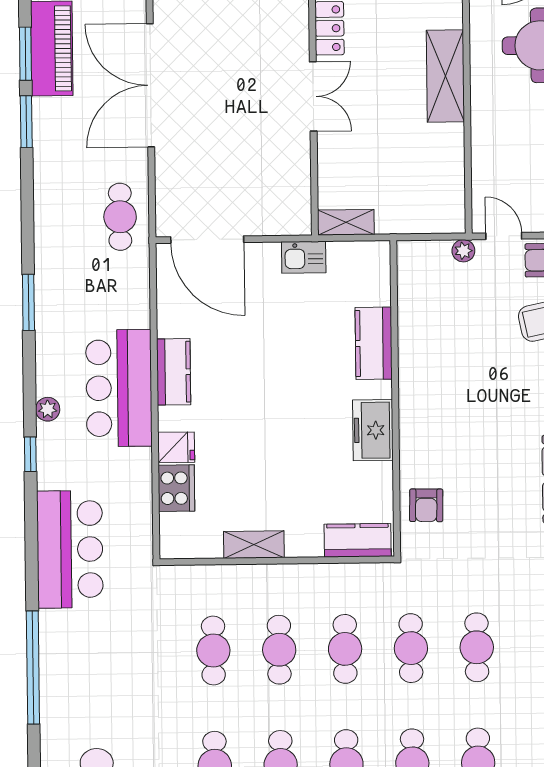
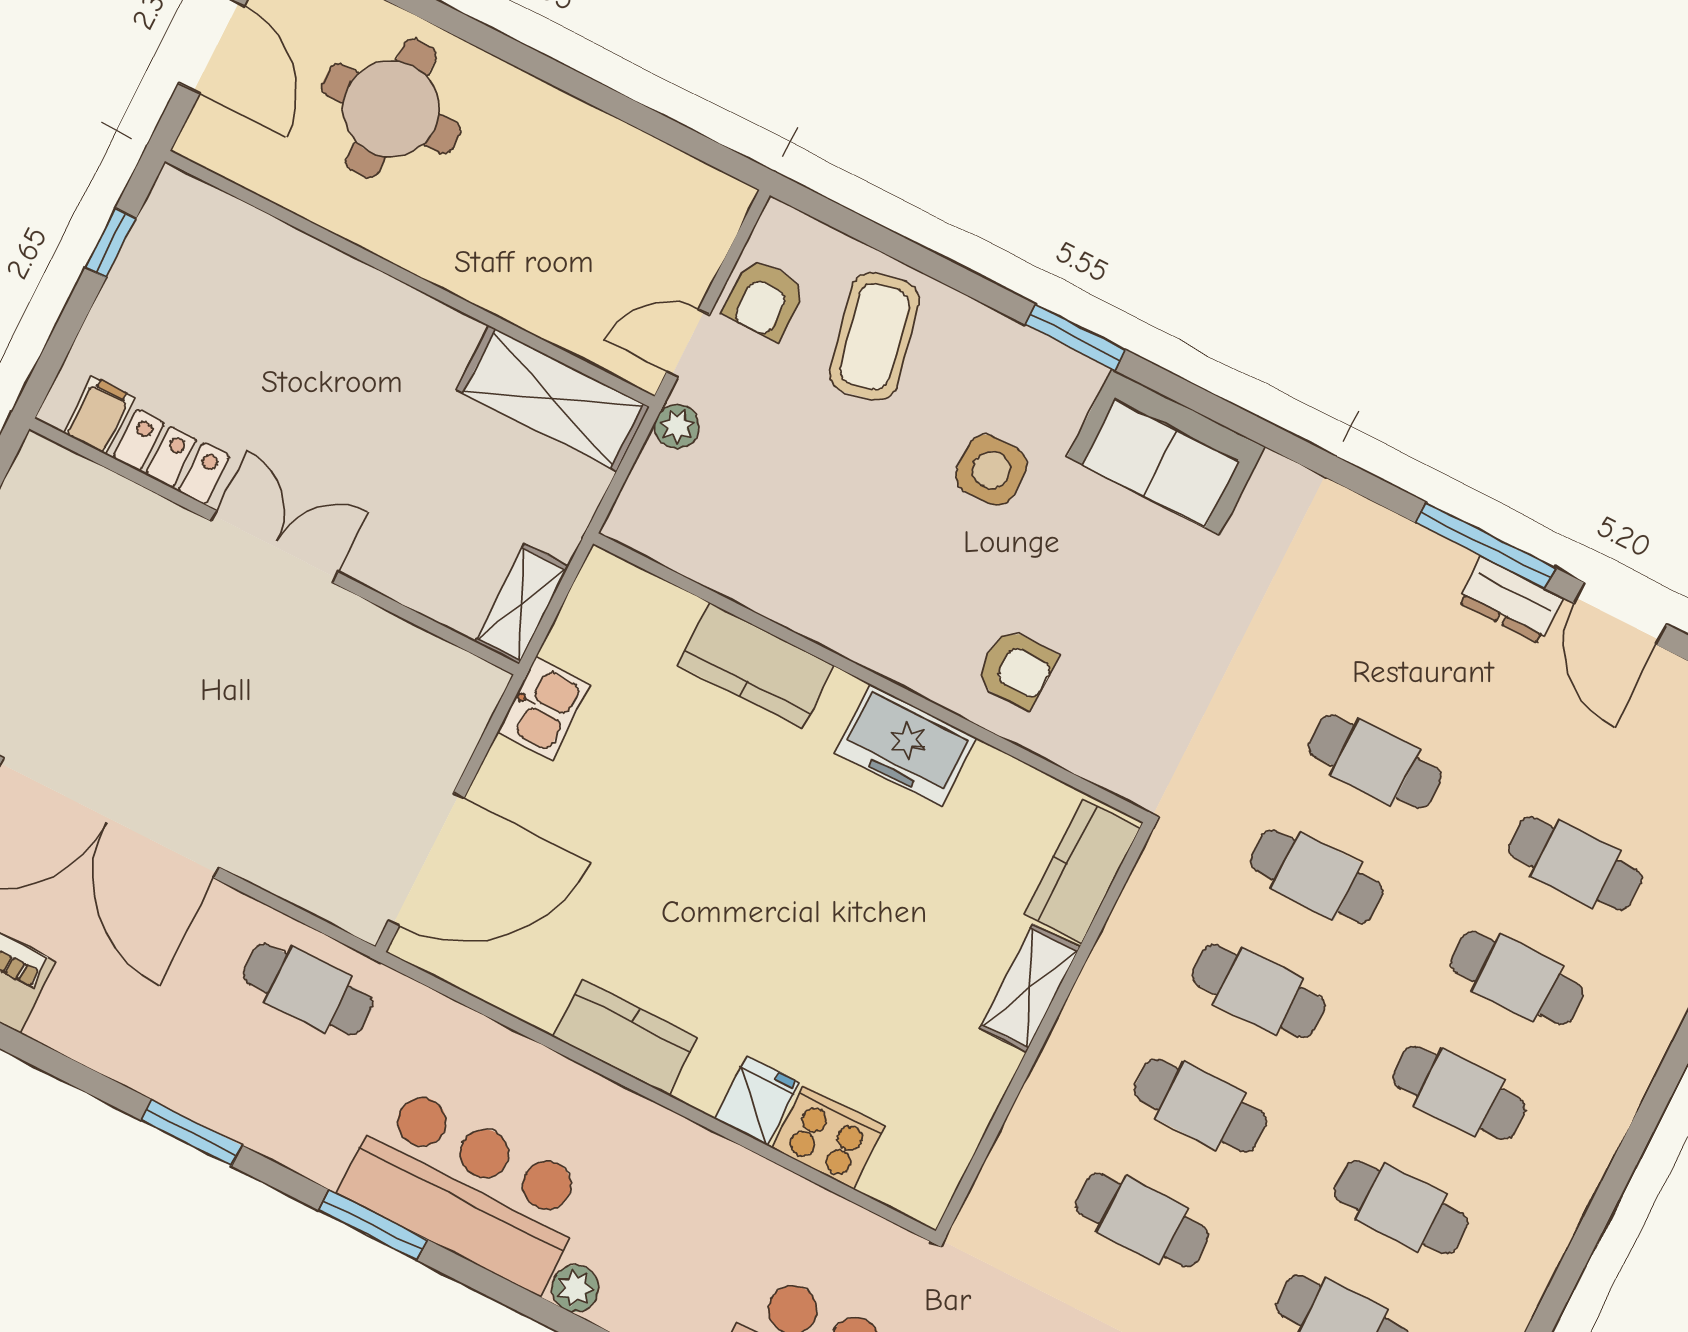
shelving: (445, 76) -> (553, 398), moved
window: (26, 122) -> (191, 1133), moved
bar counter: (119, 388) -> (467, 1189), moved, turned 180
side table: (518, 404) -> (991, 470), added
armchair: (426, 505) -> (1016, 669), moved
shelving: (254, 545) -> (1029, 988), moved

